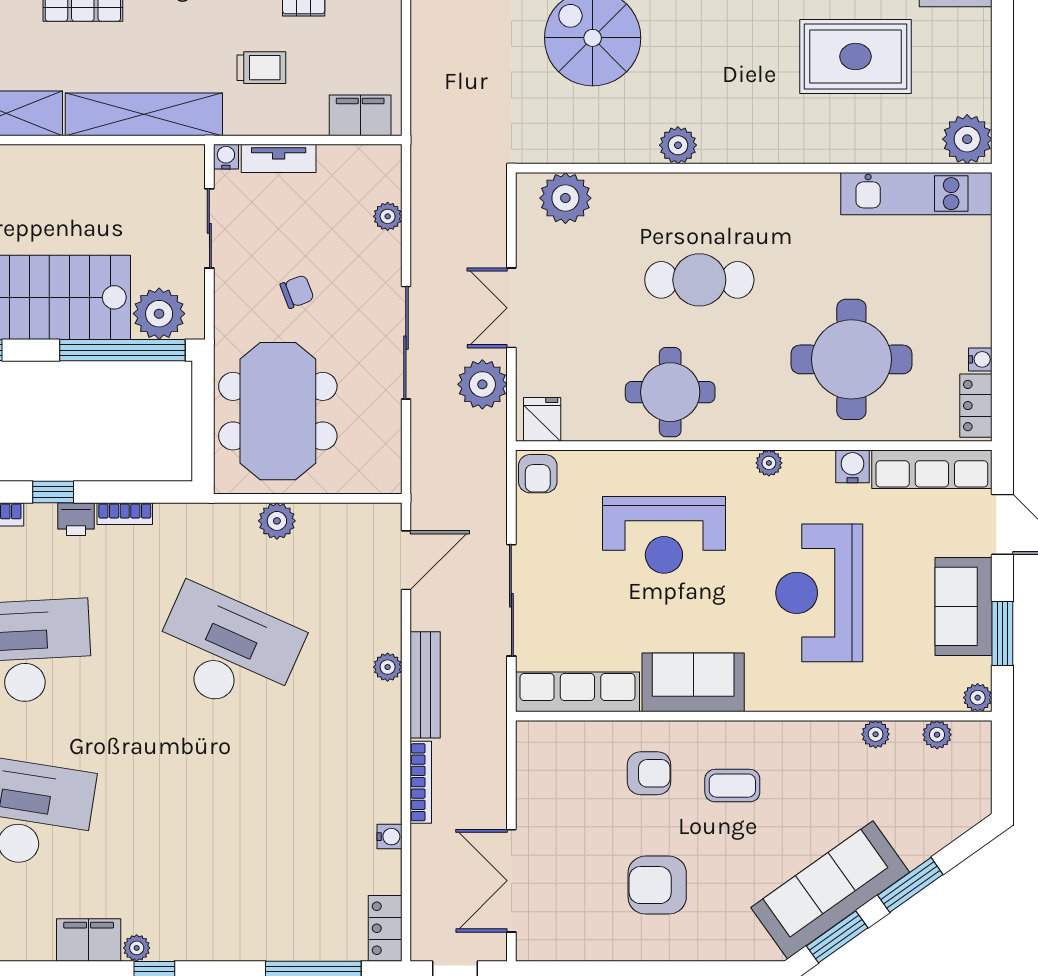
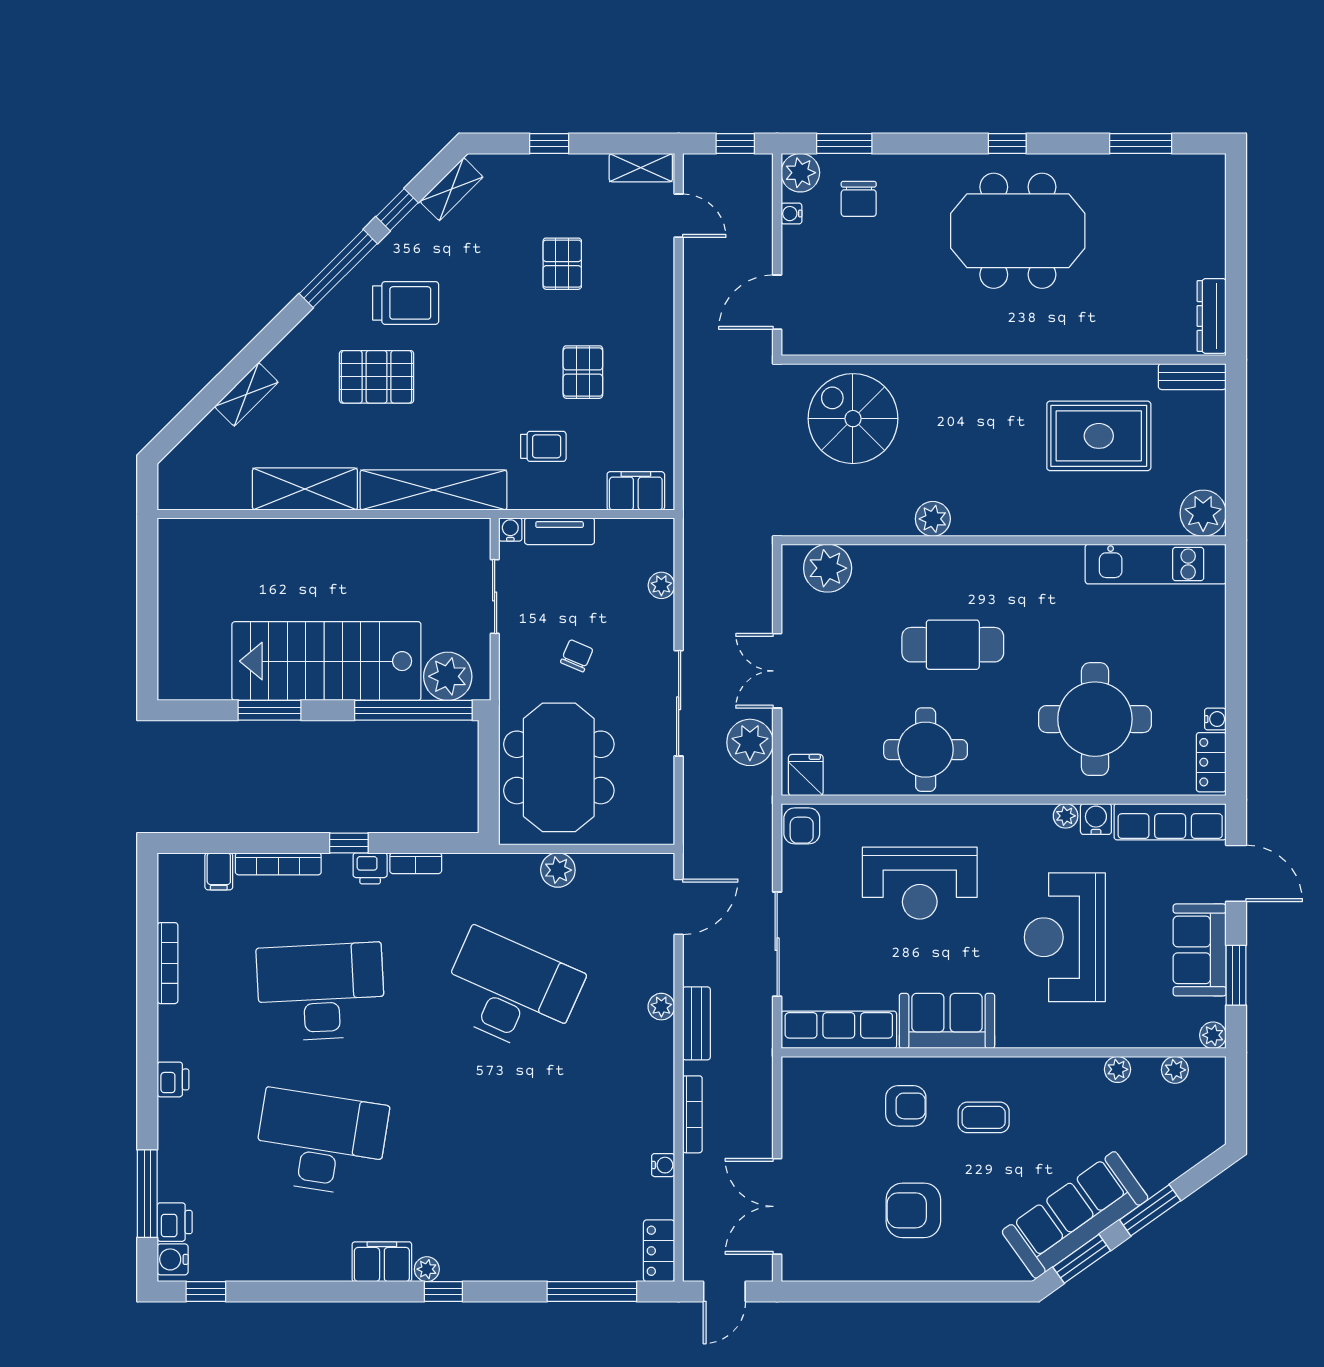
chair: (297, 292) -> (577, 656), turned -46
plant: (769, 463) -> (1066, 816), moved
bench: (425, 685) -> (696, 1023), width x0.73

